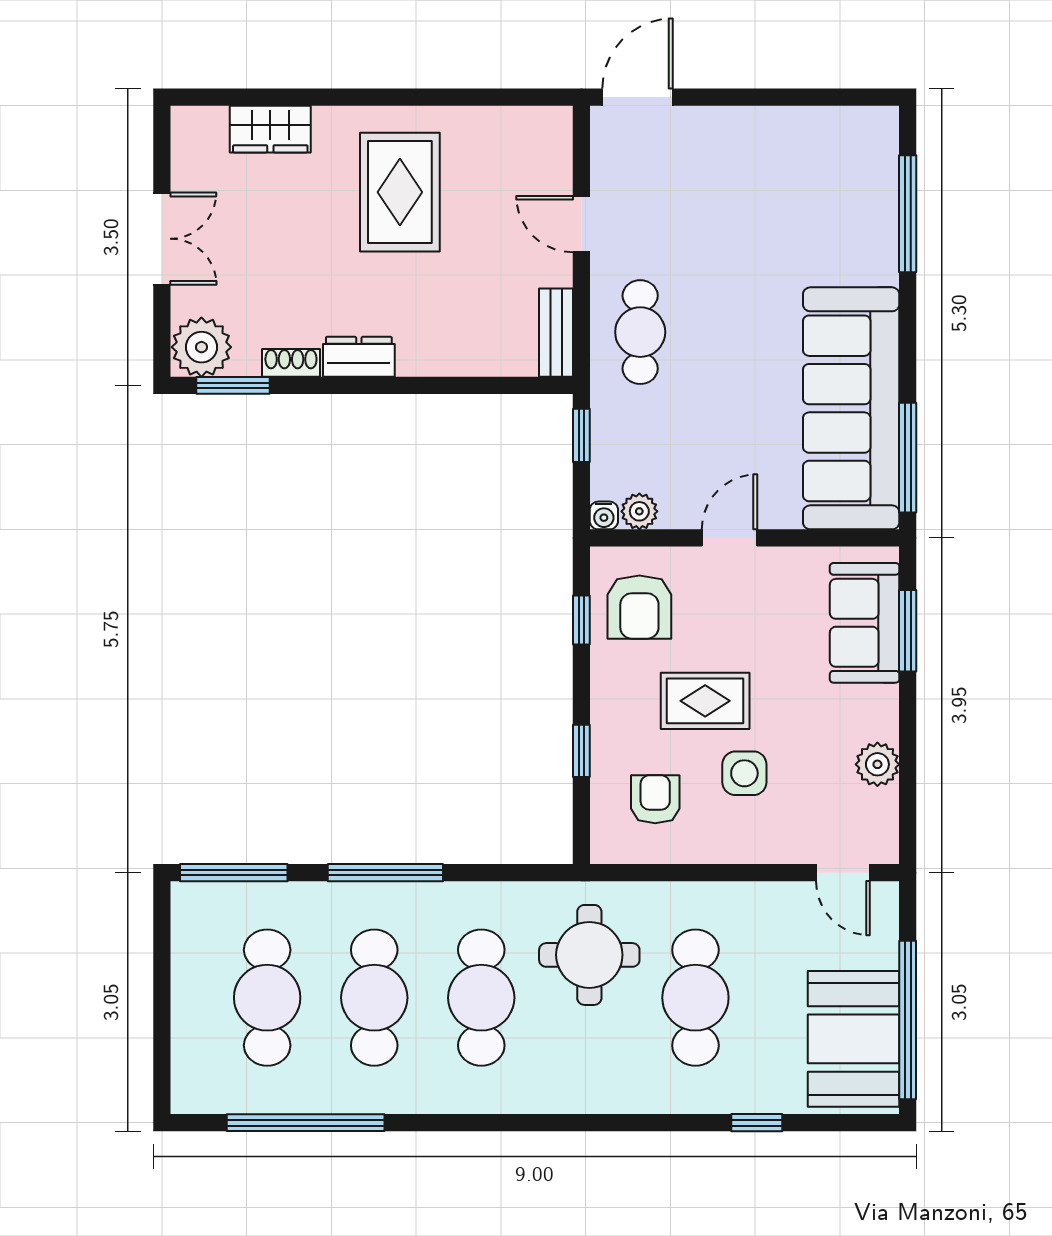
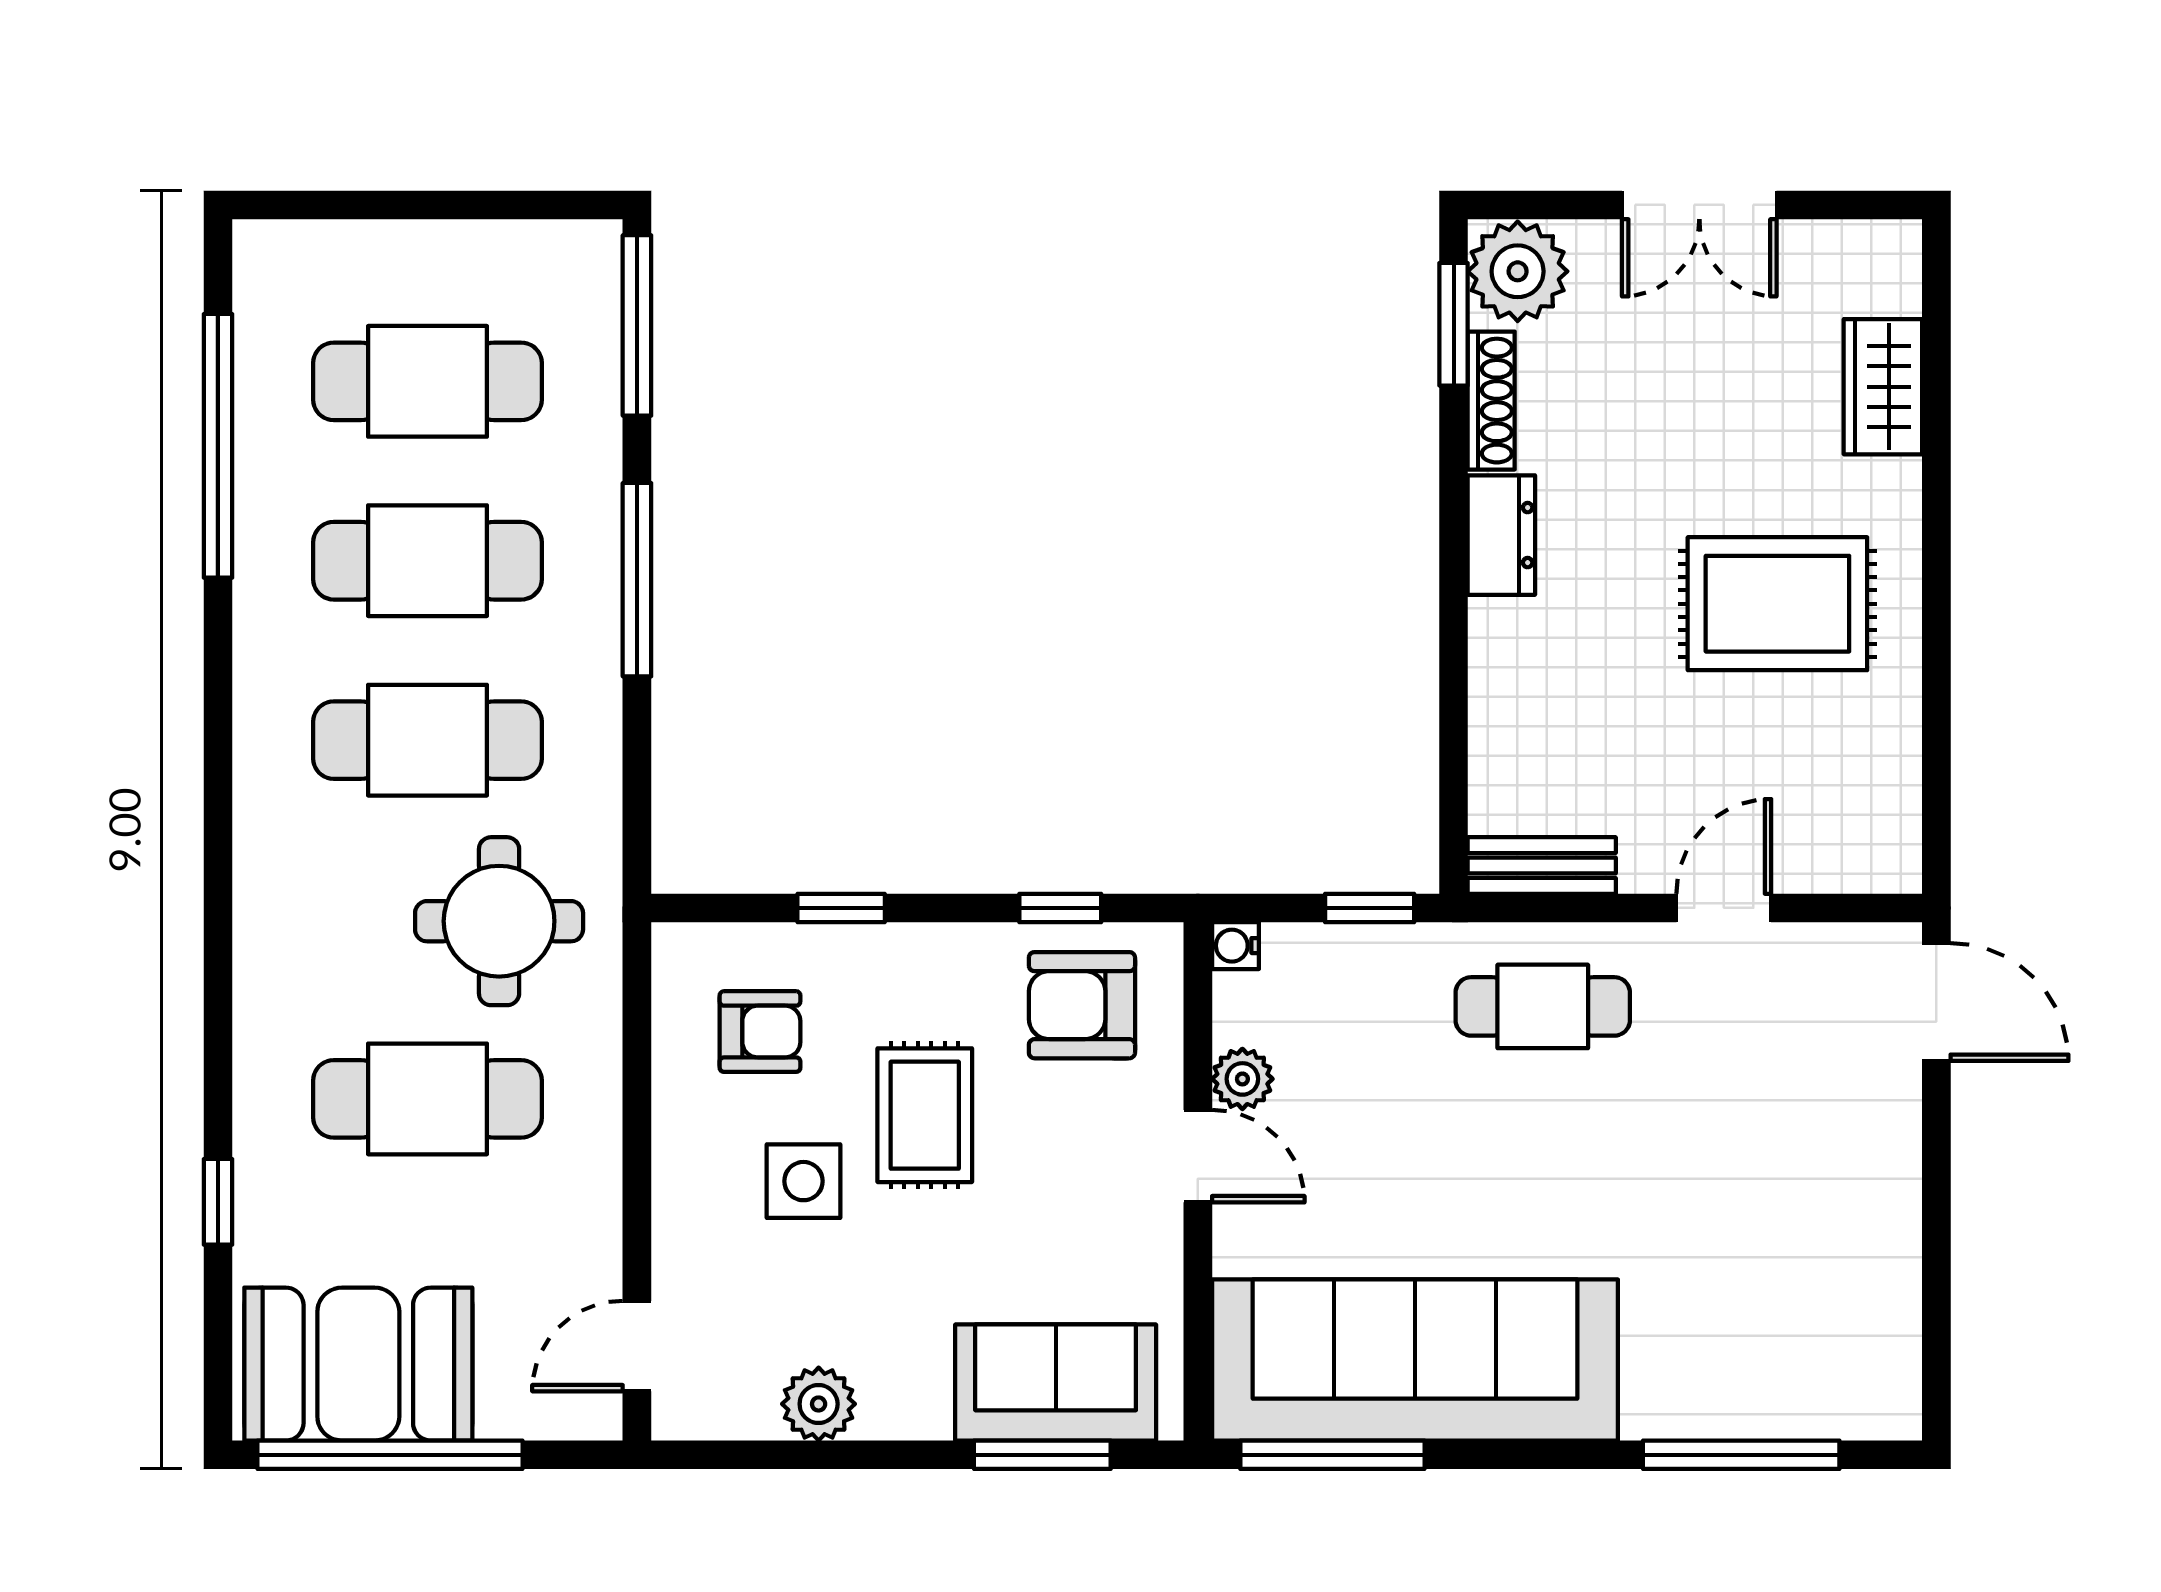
shoe rack: (291, 363) -> (1491, 401), width x1.43
plant: (639, 511) -> (1242, 1079), moved

